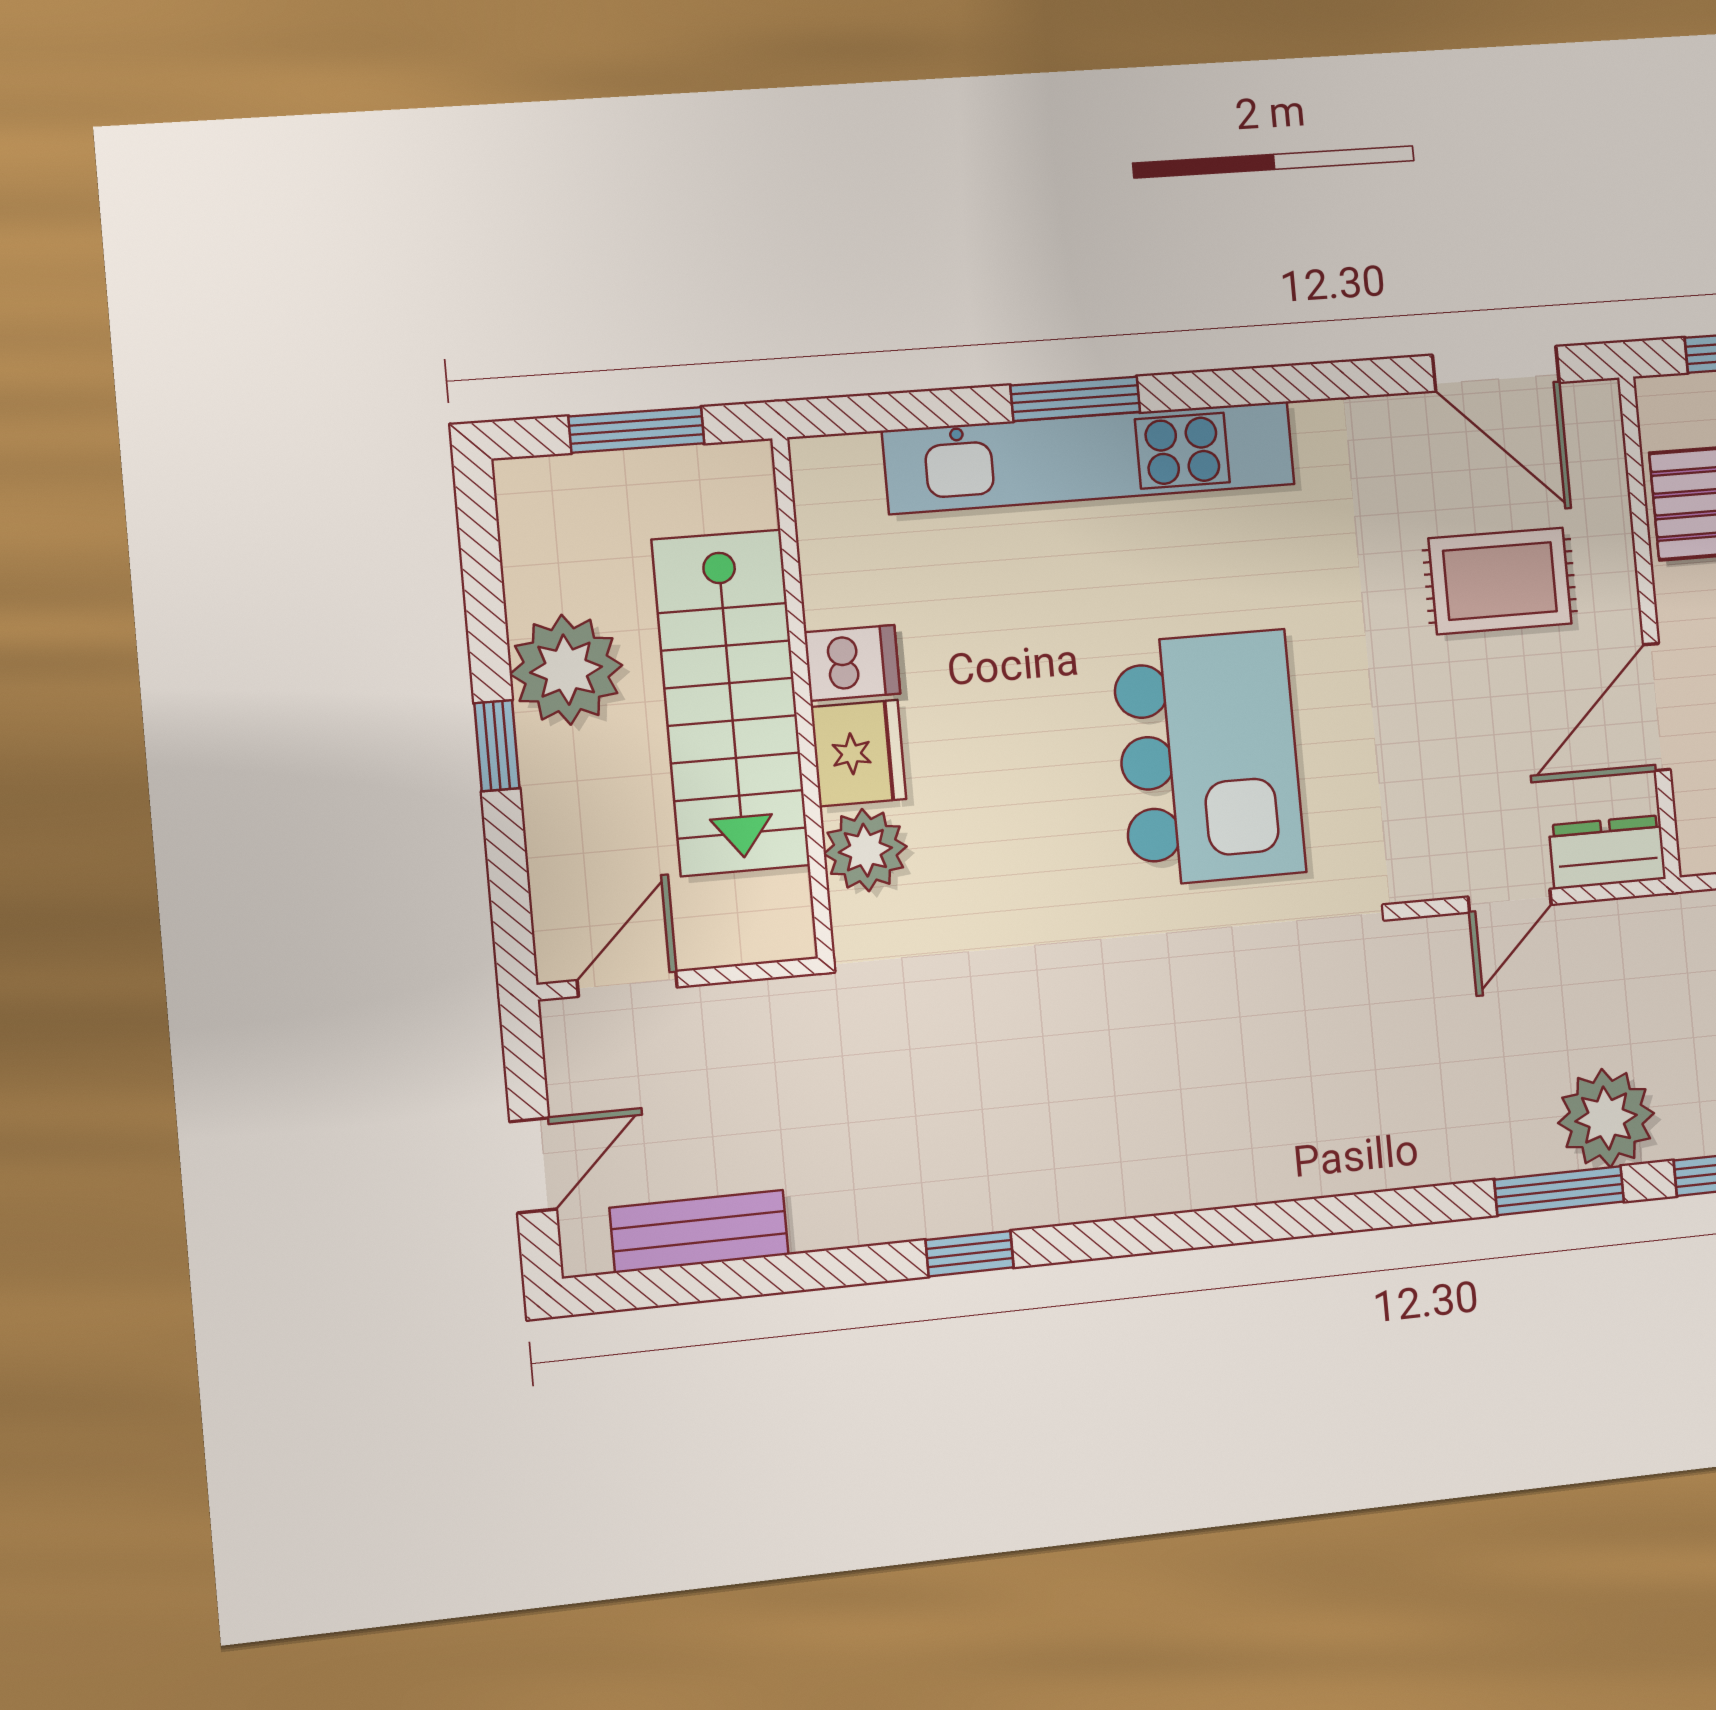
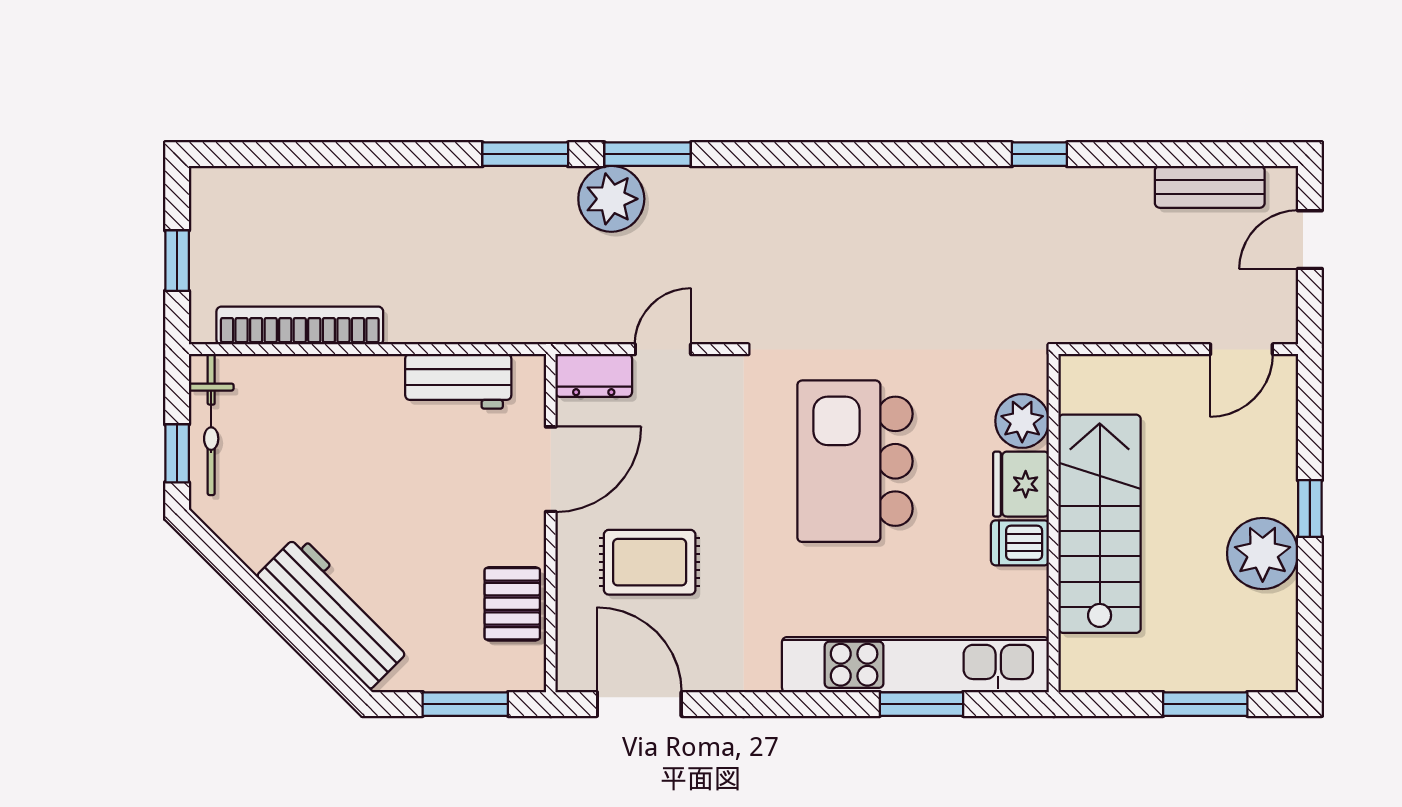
dishwasher: (852, 663) -> (1020, 543), moved
wall: (803, 697) -> (1054, 523), moved
stairs: (731, 702) -> (1100, 524), moved
fridge: (859, 753) -> (1021, 484), moved
plant: (865, 850) -> (1022, 421), moved

